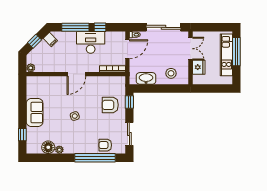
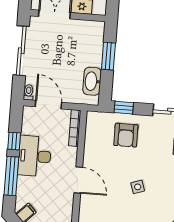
stool: (171, 73) -> (88, 45), removed
window: (164, 88) -> (108, 56), added

